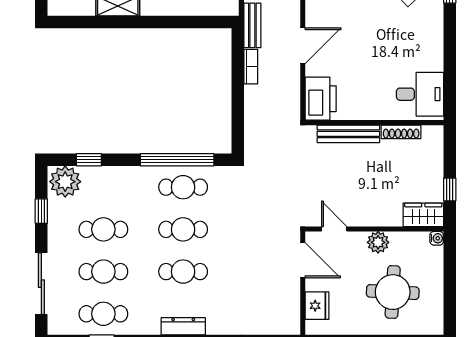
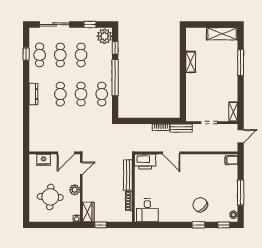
window: (177, 160) -> (115, 78), moved

